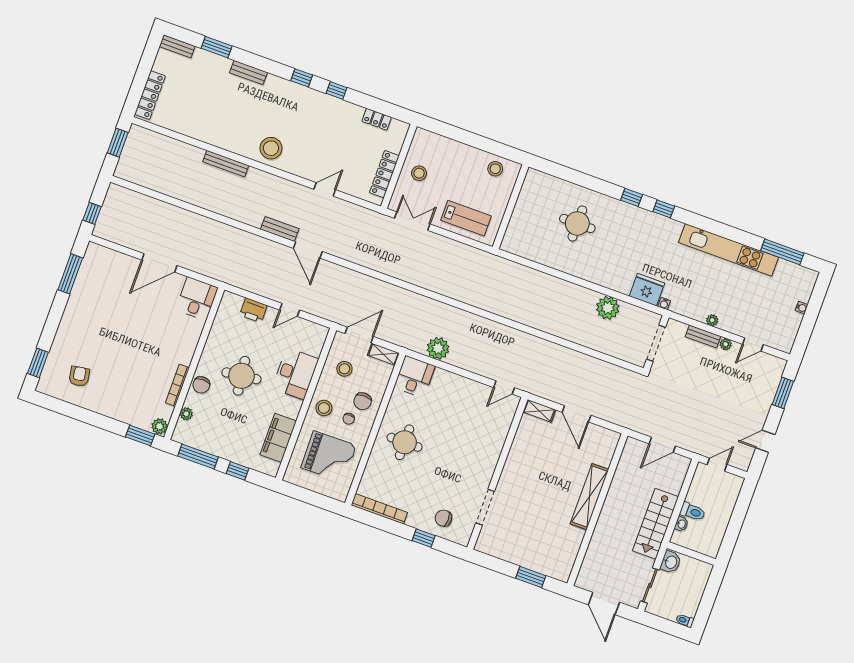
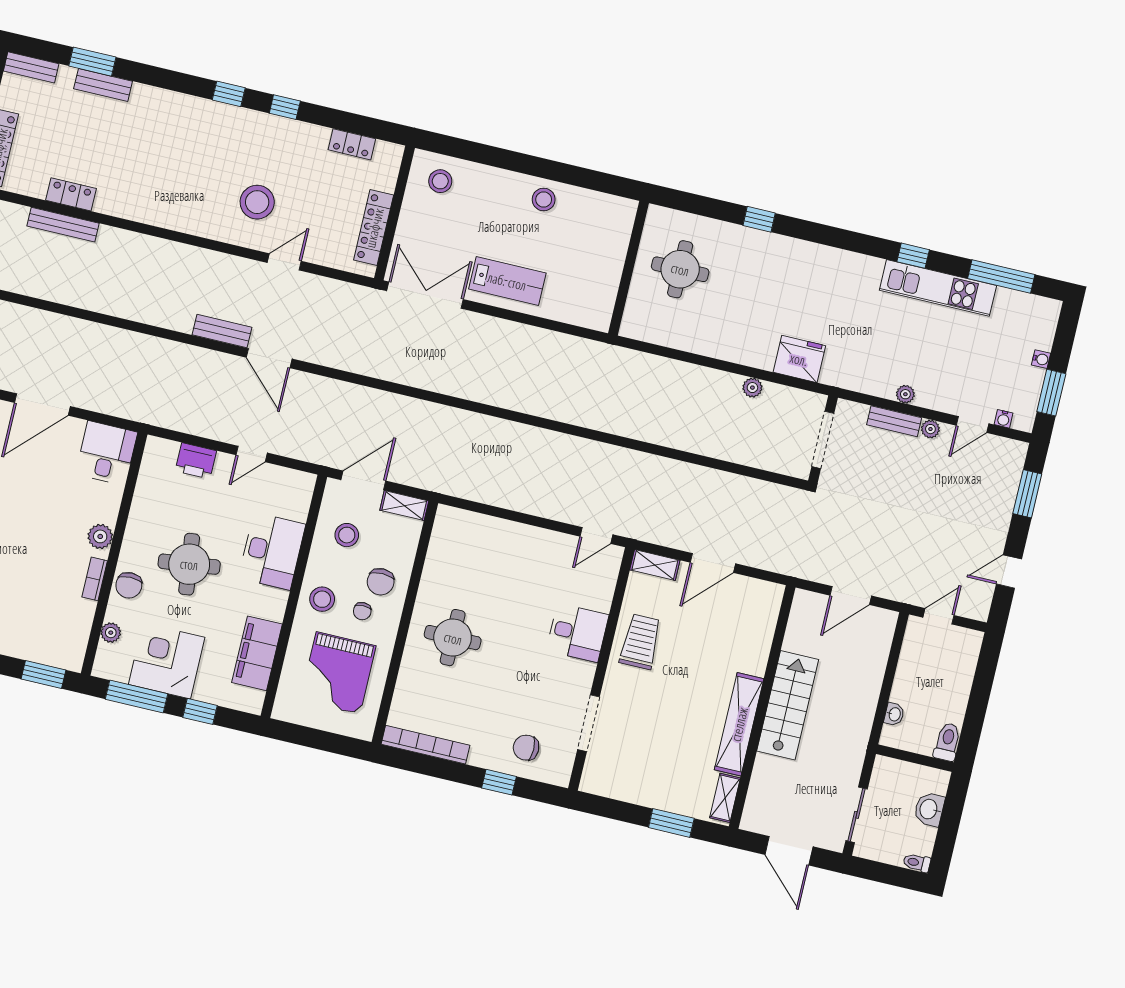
bench: (248, 73) -> (103, 85), moved
locker: (193, 130) -> (71, 194), added
stool: (271, 148) -> (257, 202), moved
bench: (226, 164) -> (63, 225), moved
stool: (419, 173) -> (440, 181), moved
wall: (511, 207) -> (629, 268), moved
window: (664, 209) -> (913, 256), moved
double door: (412, 221) -> (425, 295), width x1.37
kitchen unit: (728, 250) -> (938, 288), width x0.73
water cooler: (664, 304) -> (1004, 419), moved
plant: (608, 308) -> (752, 388), width x0.53, depth x0.53
window: (806, 330) -> (1051, 393), added
plant: (438, 348) -> (487, 487), removed
desk: (414, 377) -> (577, 633), moved, turned 90
bookcase: (177, 385) -> (95, 579), width x0.64
door: (577, 414) -> (713, 563), hinge flipped
plant: (160, 426) -> (100, 536), moved
corner desk: (220, 436) -> (167, 661), added
grand piano: (329, 456) -> (338, 673), turned 91
trolley: (524, 459) -> (640, 642), added
shelving: (589, 497) -> (739, 724), moved
toilet: (692, 512) -> (947, 742), moved, turned -90
stairs: (655, 524) -> (788, 705), moved, turned 180
washbasin: (671, 562) -> (929, 809), moved, turned 180
shelving: (567, 565) -> (725, 798), added

